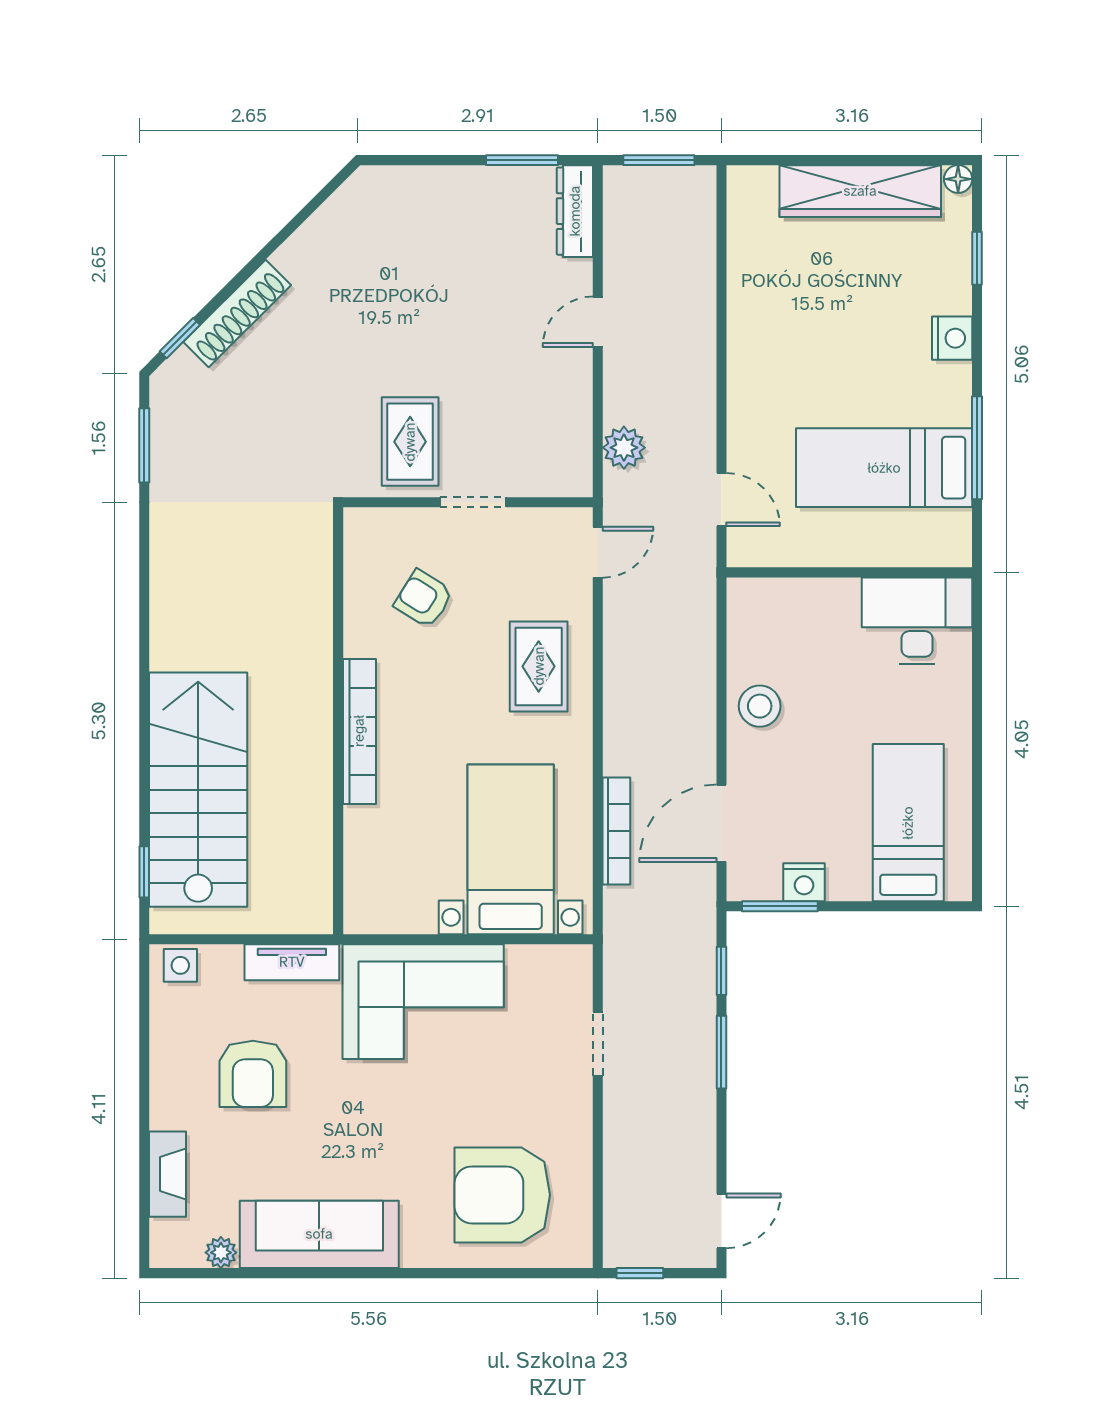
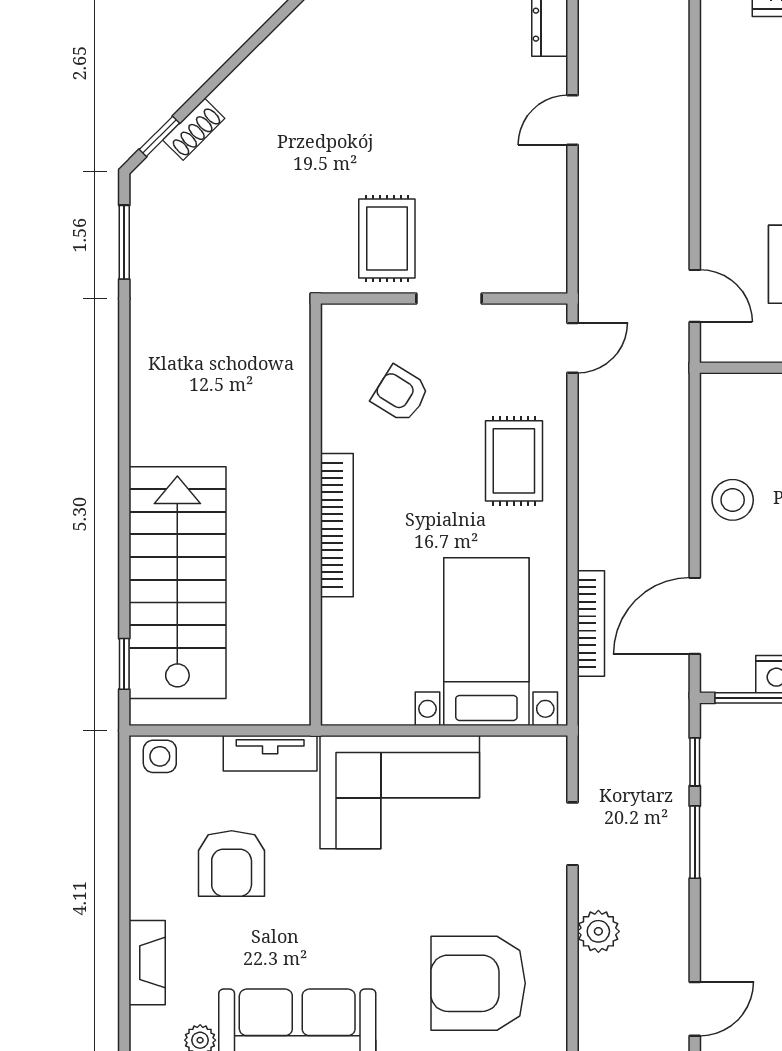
shoe rack: (237, 313) -> (194, 129), width x0.51, depth x0.81
plant: (624, 448) -> (598, 931), moved

